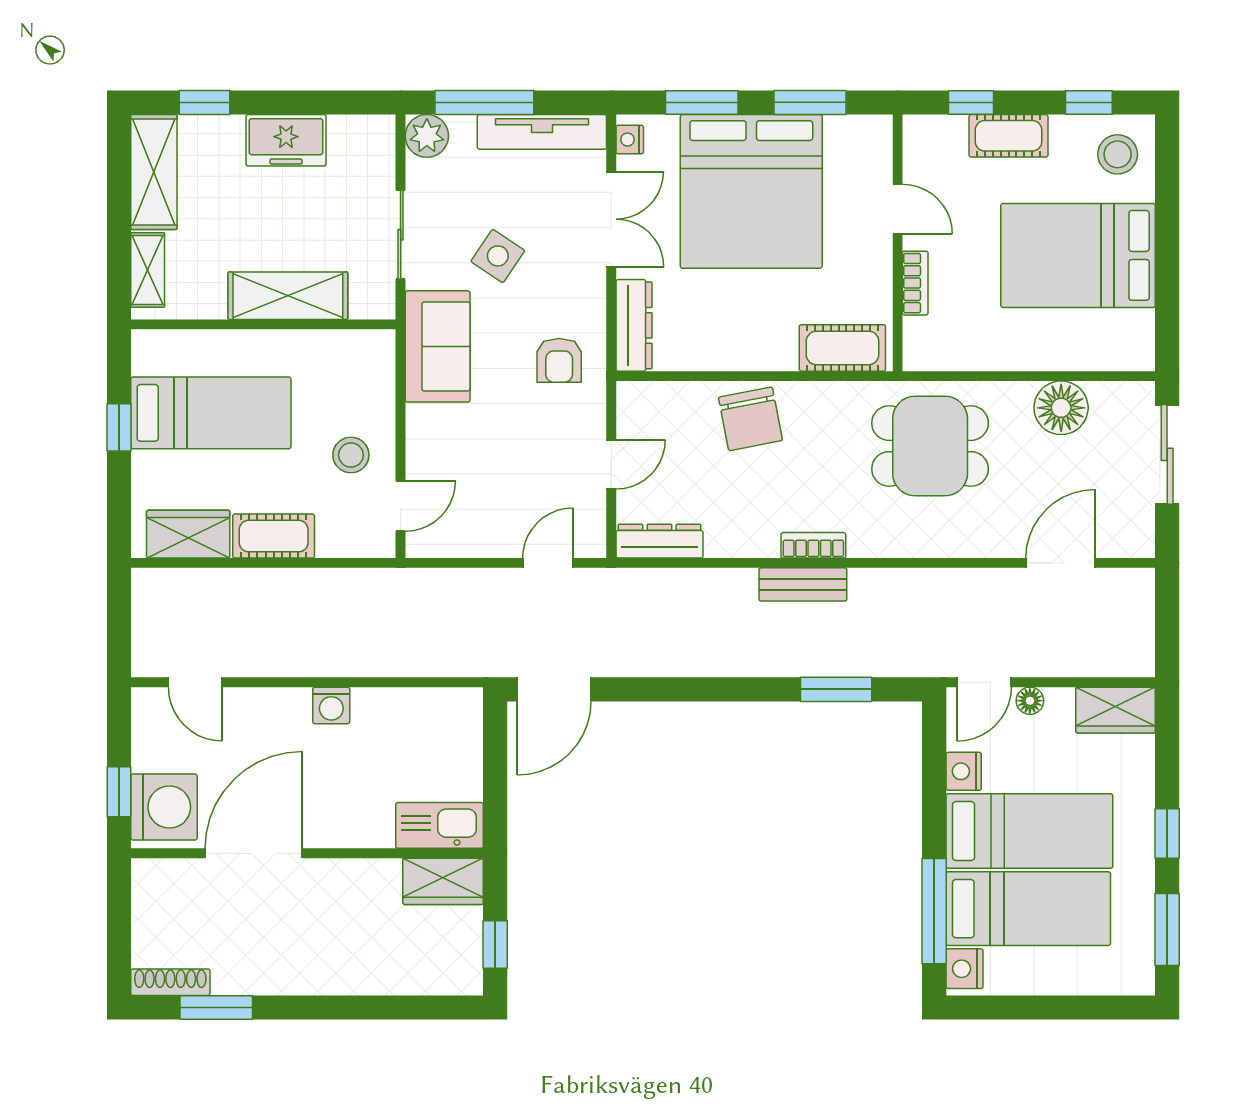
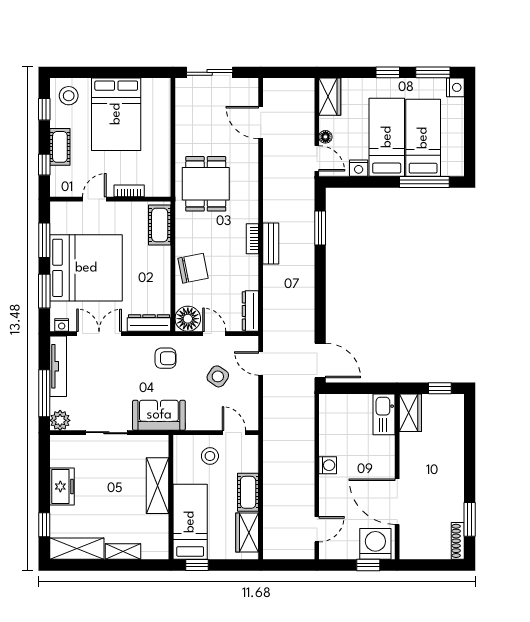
side table: (498, 256) -> (218, 376), moved
shelving: (288, 296) -> (158, 486), moved
wall: (263, 324) -> (171, 497), moved
floor lamp: (1061, 408) -> (188, 319), moved
nightstand: (964, 969) -> (455, 87), moved, turned -90

